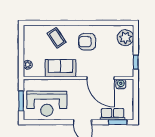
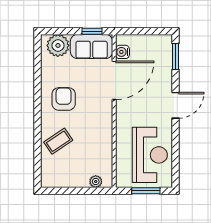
armchair: (87, 42) -> (64, 99), turned 180
sofa: (60, 68) -> (92, 46), moved, turned -90
row of seats: (113, 114) -> (164, 63), removed

